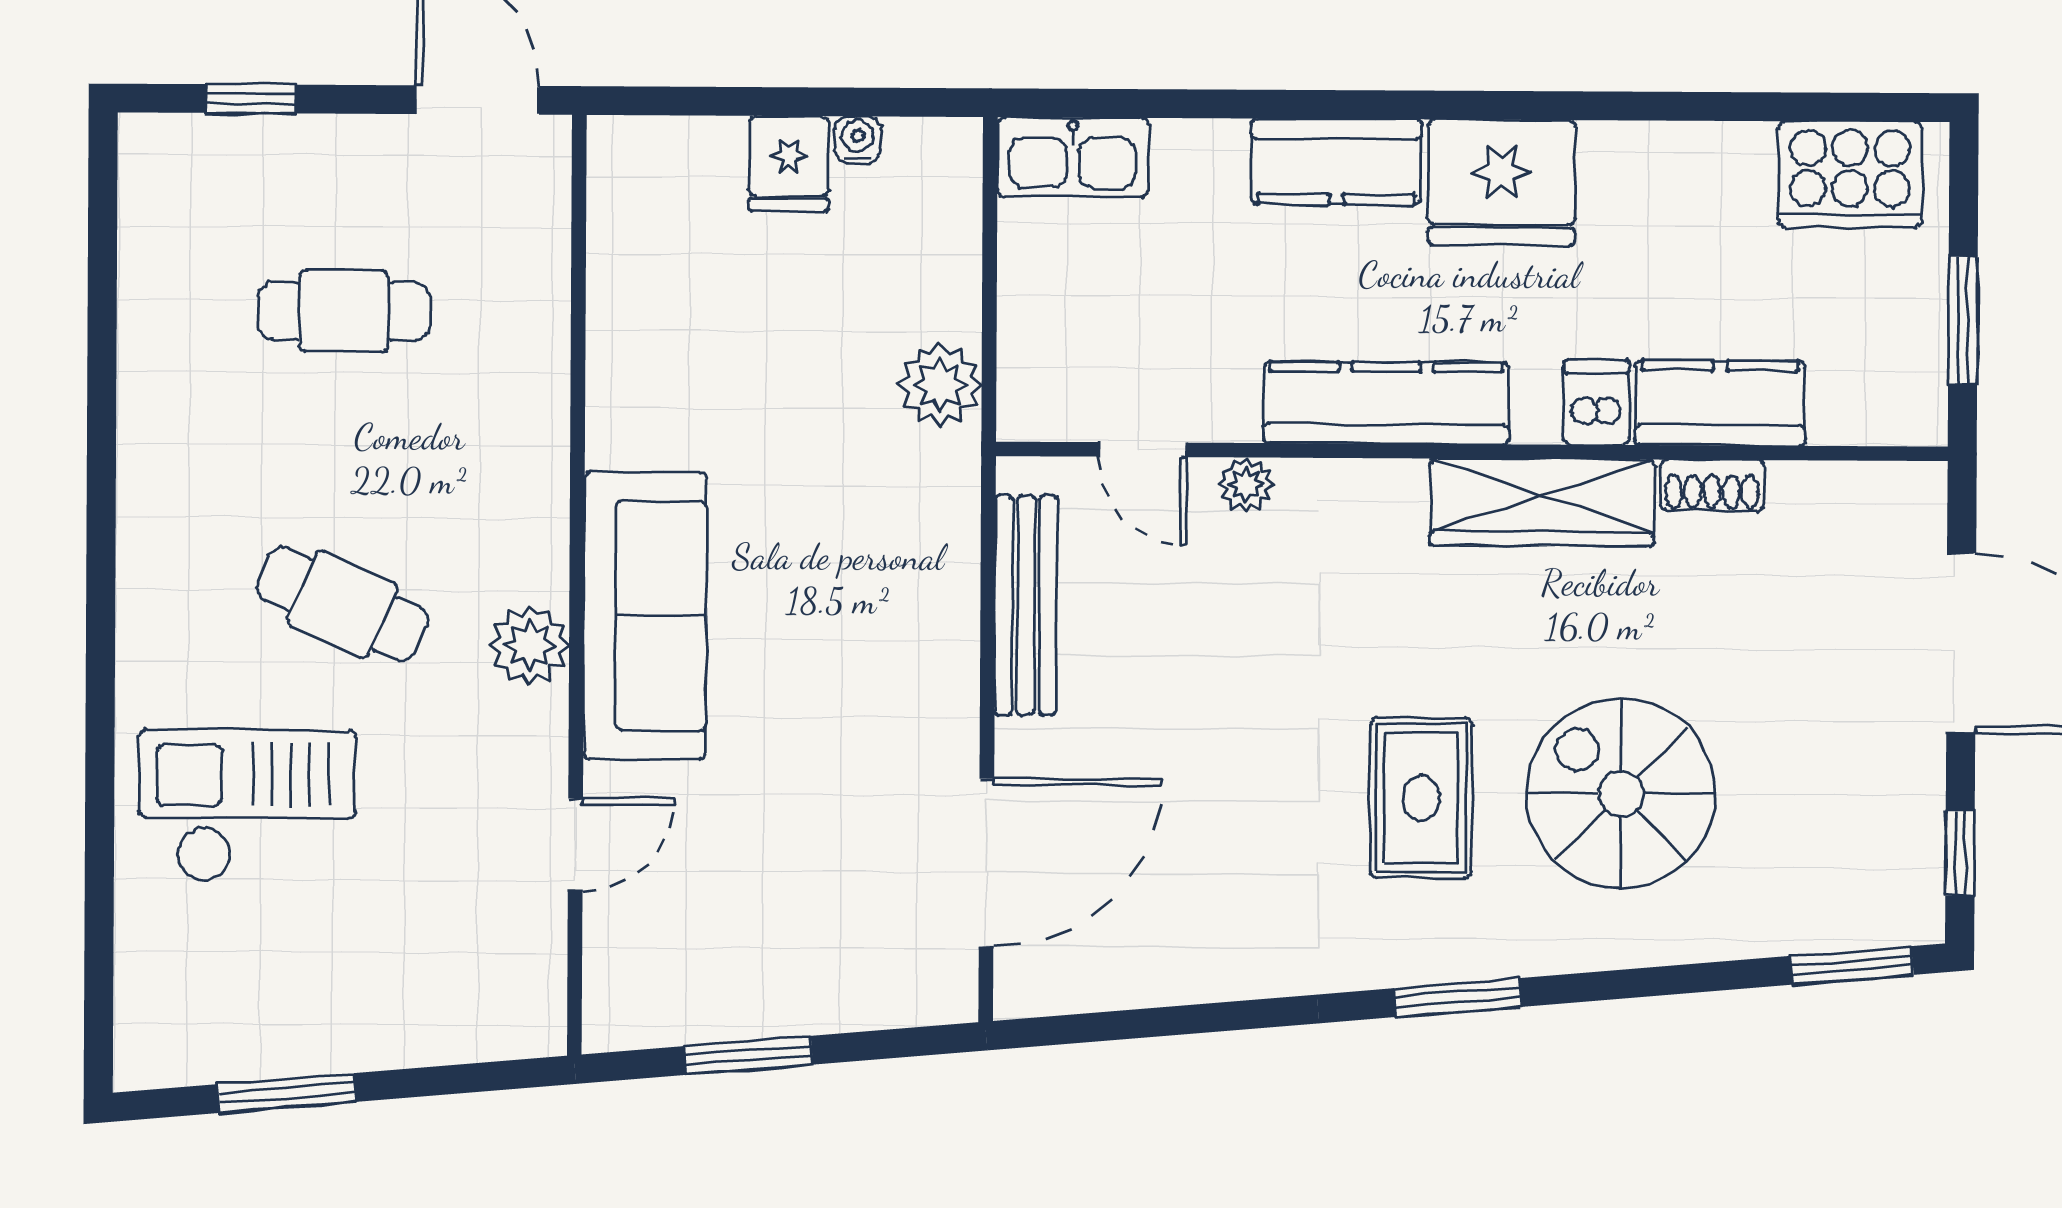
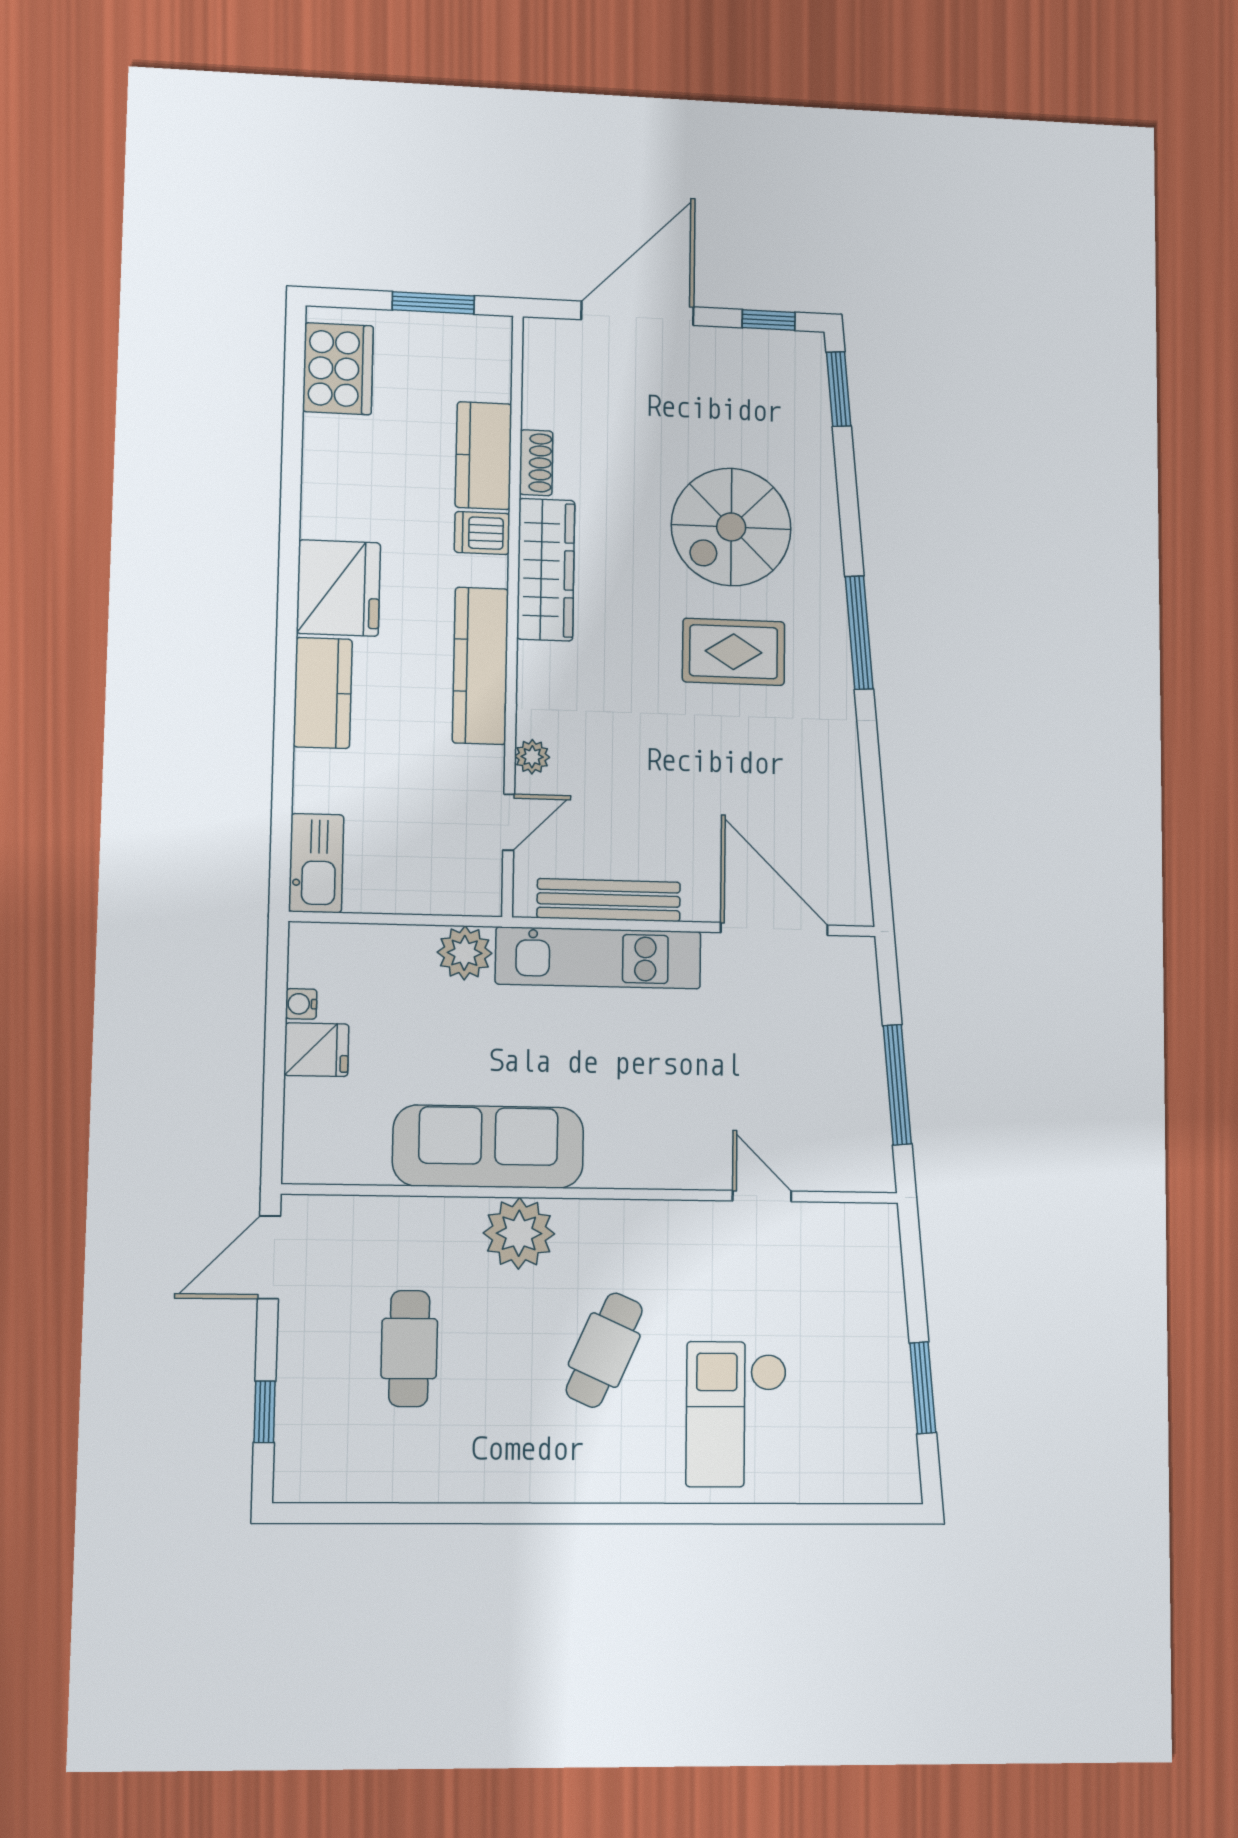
kitchen unit: (936, 590) -> (598, 958), added
sofa: (645, 616) -> (488, 1147), moved
plant: (530, 645) -> (519, 1233), moved, width x1.36, depth x1.36
window: (1458, 997) -> (859, 633), width x1.44
window: (748, 1055) -> (897, 1085), width x1.44

